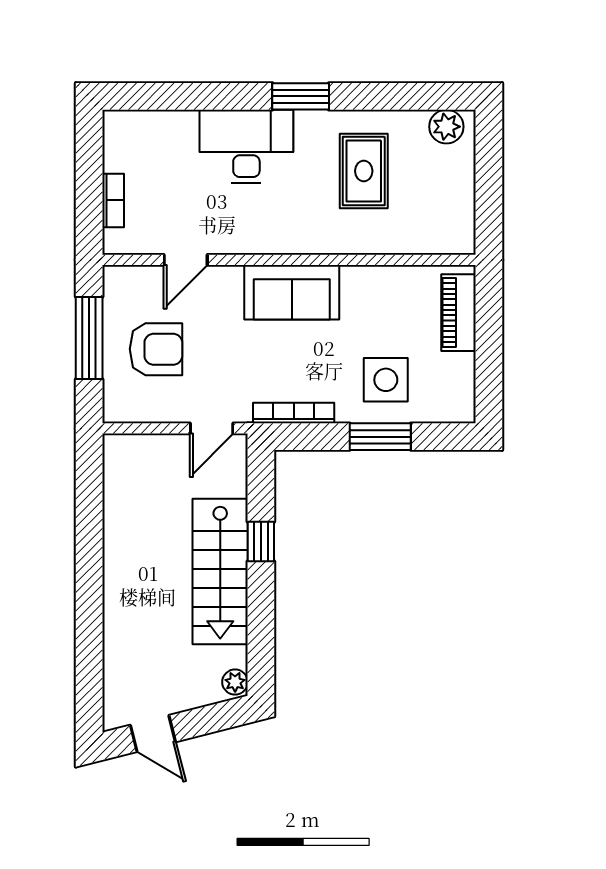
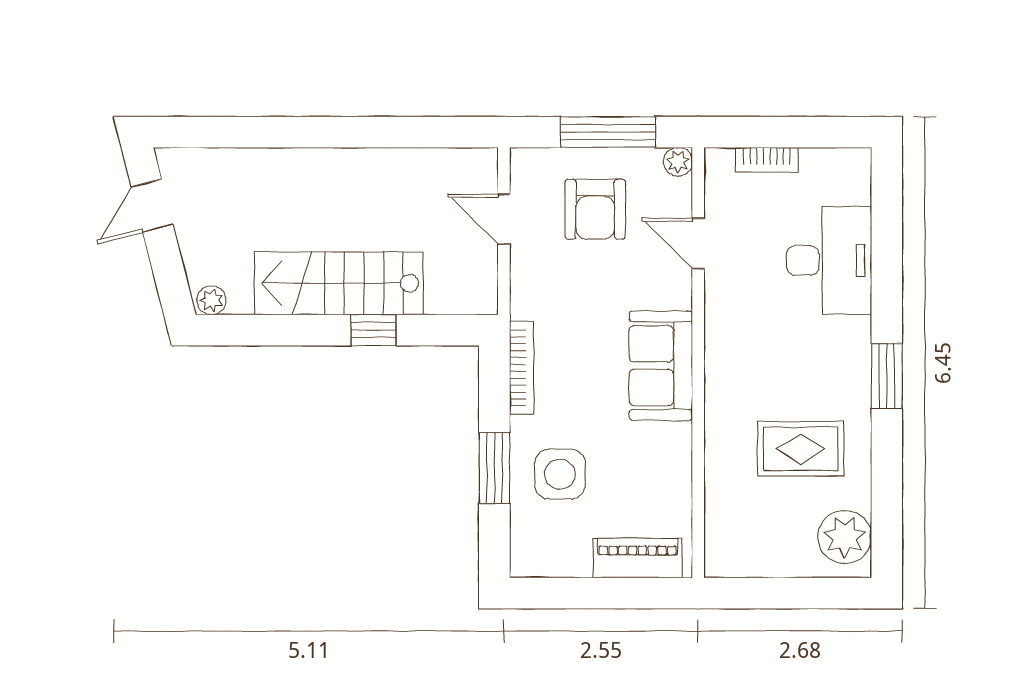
plant: (446, 127) -> (845, 537), width x1.36, depth x1.36
desk: (246, 146) -> (829, 260), moved
plant: (115, 277) -> (678, 162), added
door: (212, 428) -> (504, 219), moved

